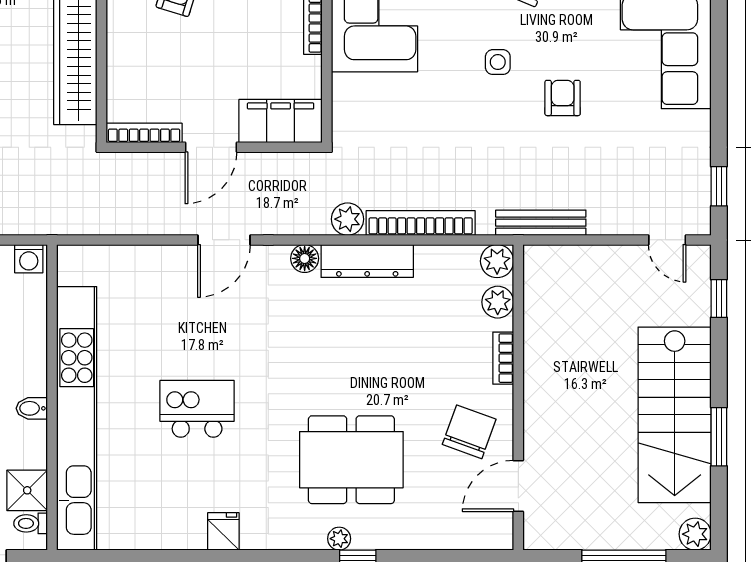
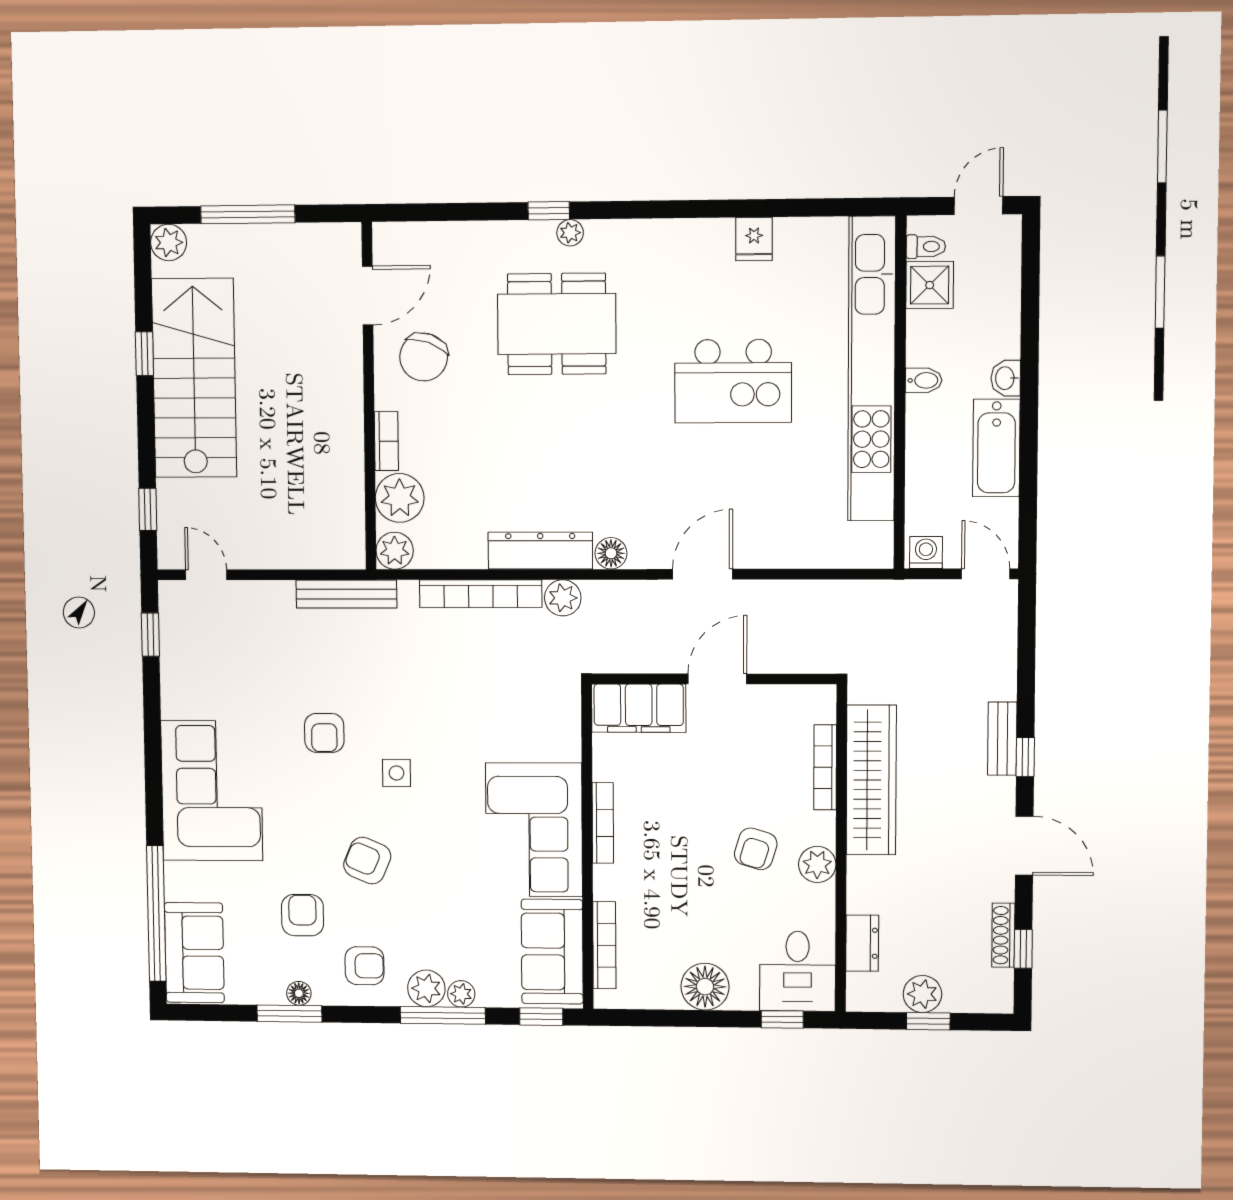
bookcase: (144, 133) -> (825, 767), moved, turned 90
plant: (498, 302) -> (400, 498), width x1.36, depth x1.36
kitchen island: (197, 409) -> (733, 381), width x1.37, depth x1.28
window: (719, 437) -> (144, 354), width x0.67
fridge: (223, 531) -> (754, 239), moved

